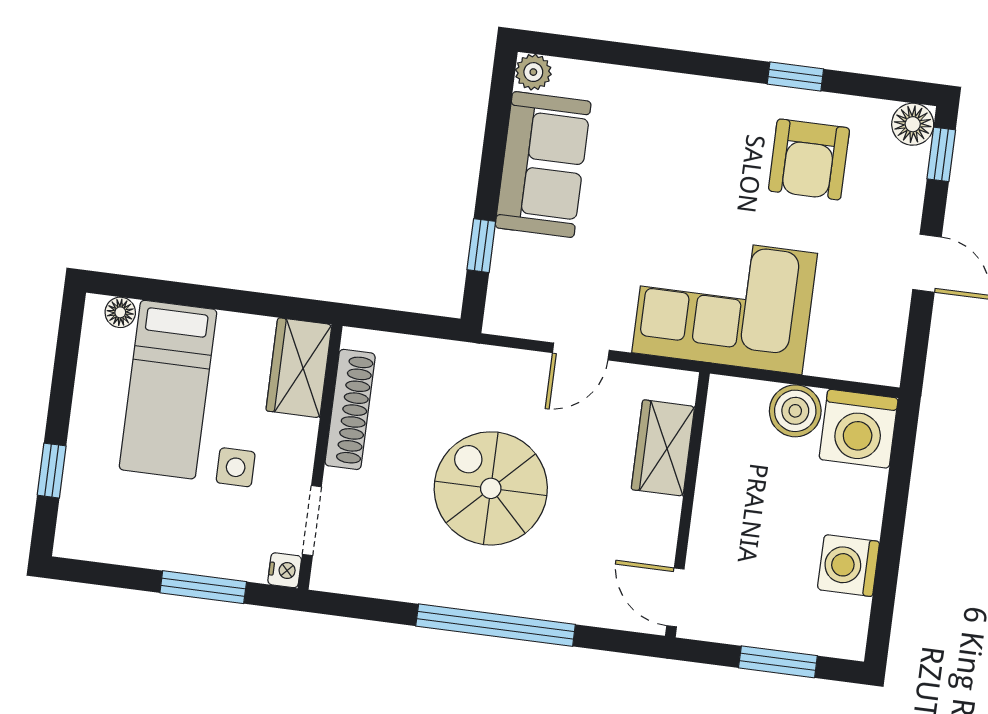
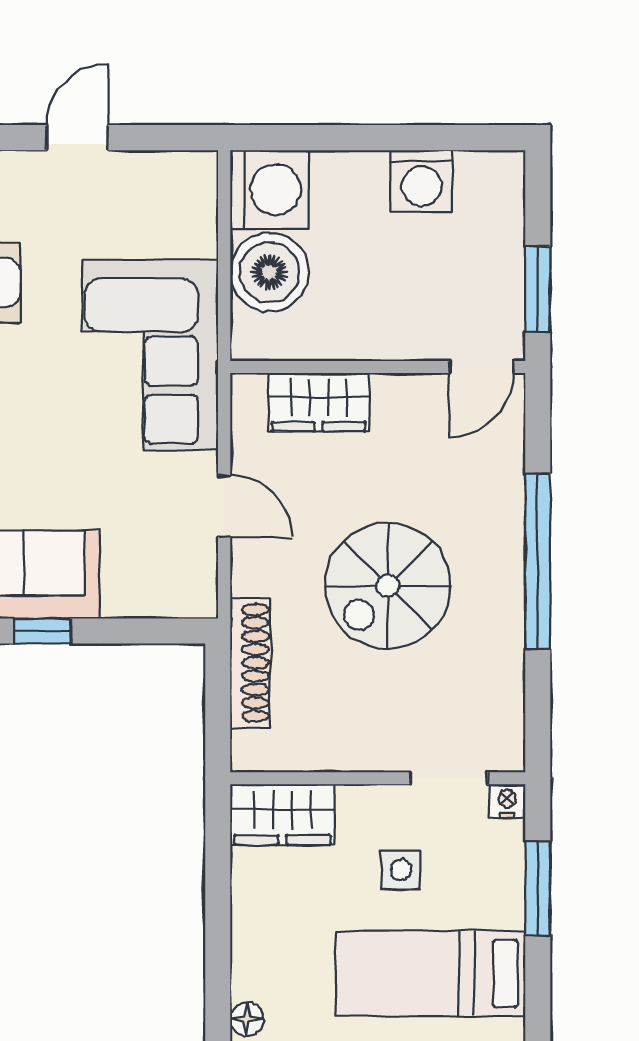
window: (481, 246) -> (42, 631), moved
bed: (168, 390) -> (430, 973), moved, turned 180
shoe rack: (350, 409) -> (250, 663), moved, turned 90
boiler: (795, 411) -> (269, 272), width x1.37, depth x1.37
window: (778, 662) -> (538, 289), moved

